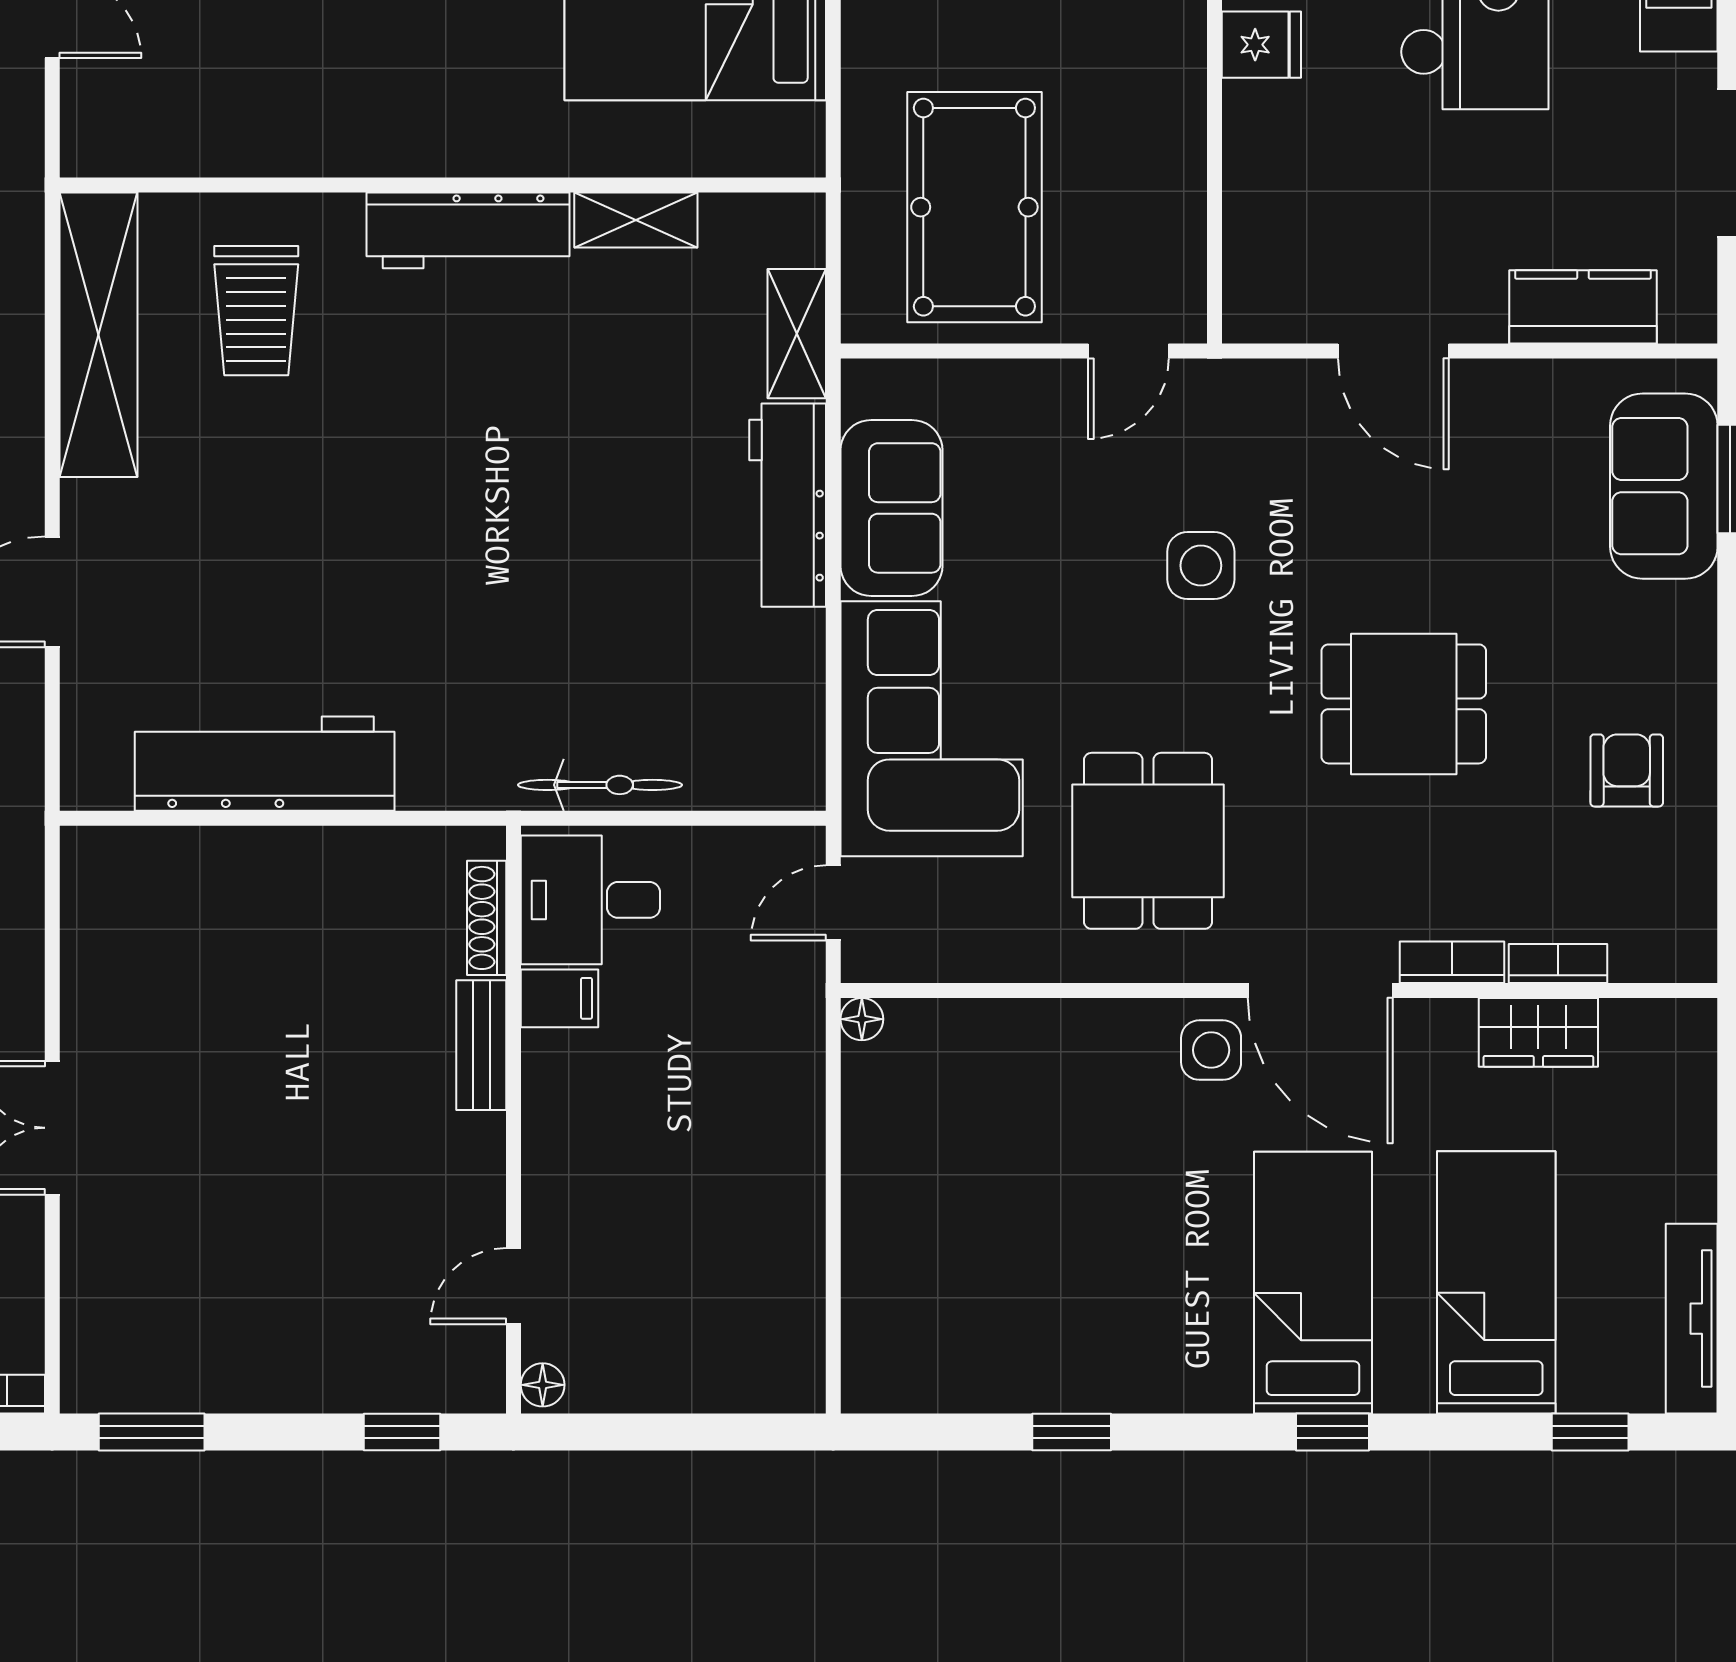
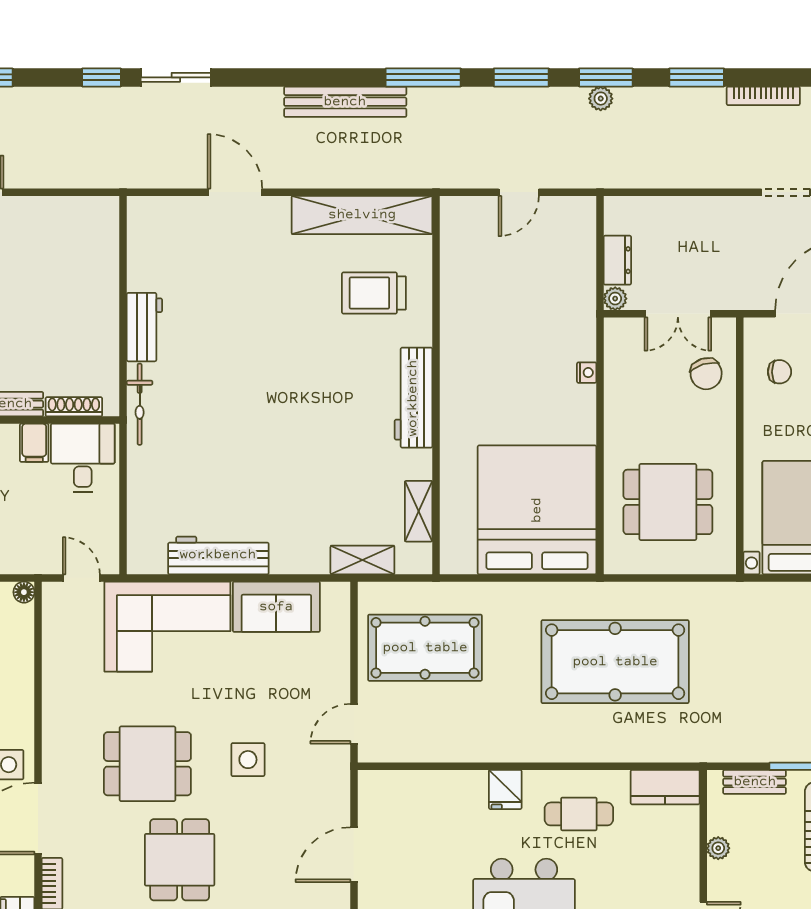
shelving: (636, 220) -> (419, 511), moved
door: (1128, 351) -> (354, 724), hinge flipped
workbench: (788, 505) -> (218, 555), moved
workbench: (265, 764) -> (144, 327), width x0.53, depth x0.76
bicycle: (600, 785) -> (140, 404), moved
dining table: (1148, 841) -> (147, 764), moved

